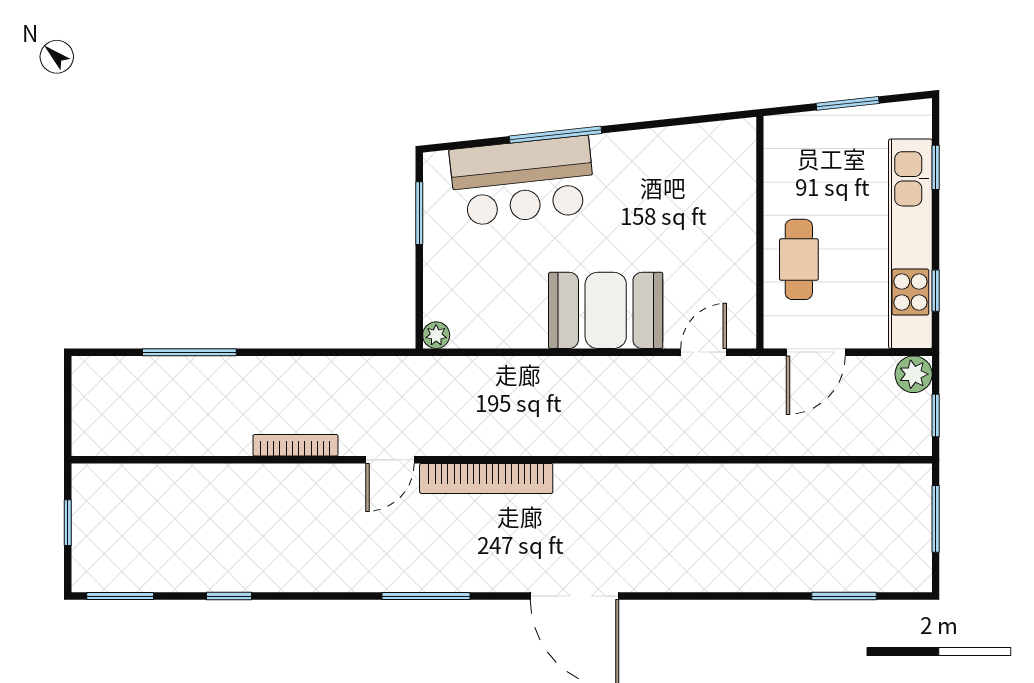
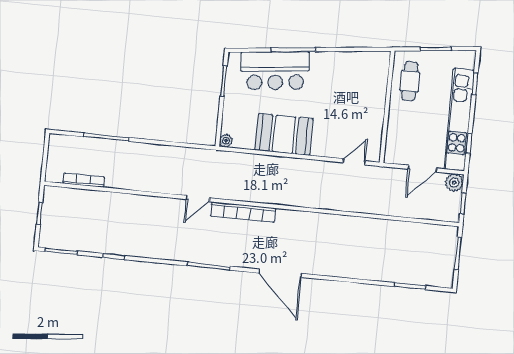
cafe table: (799, 259) -> (410, 81), moved
booth: (606, 310) -> (284, 134), moved
door: (816, 352) -> (423, 169), moved
bookcase: (295, 445) -> (84, 180), moved

